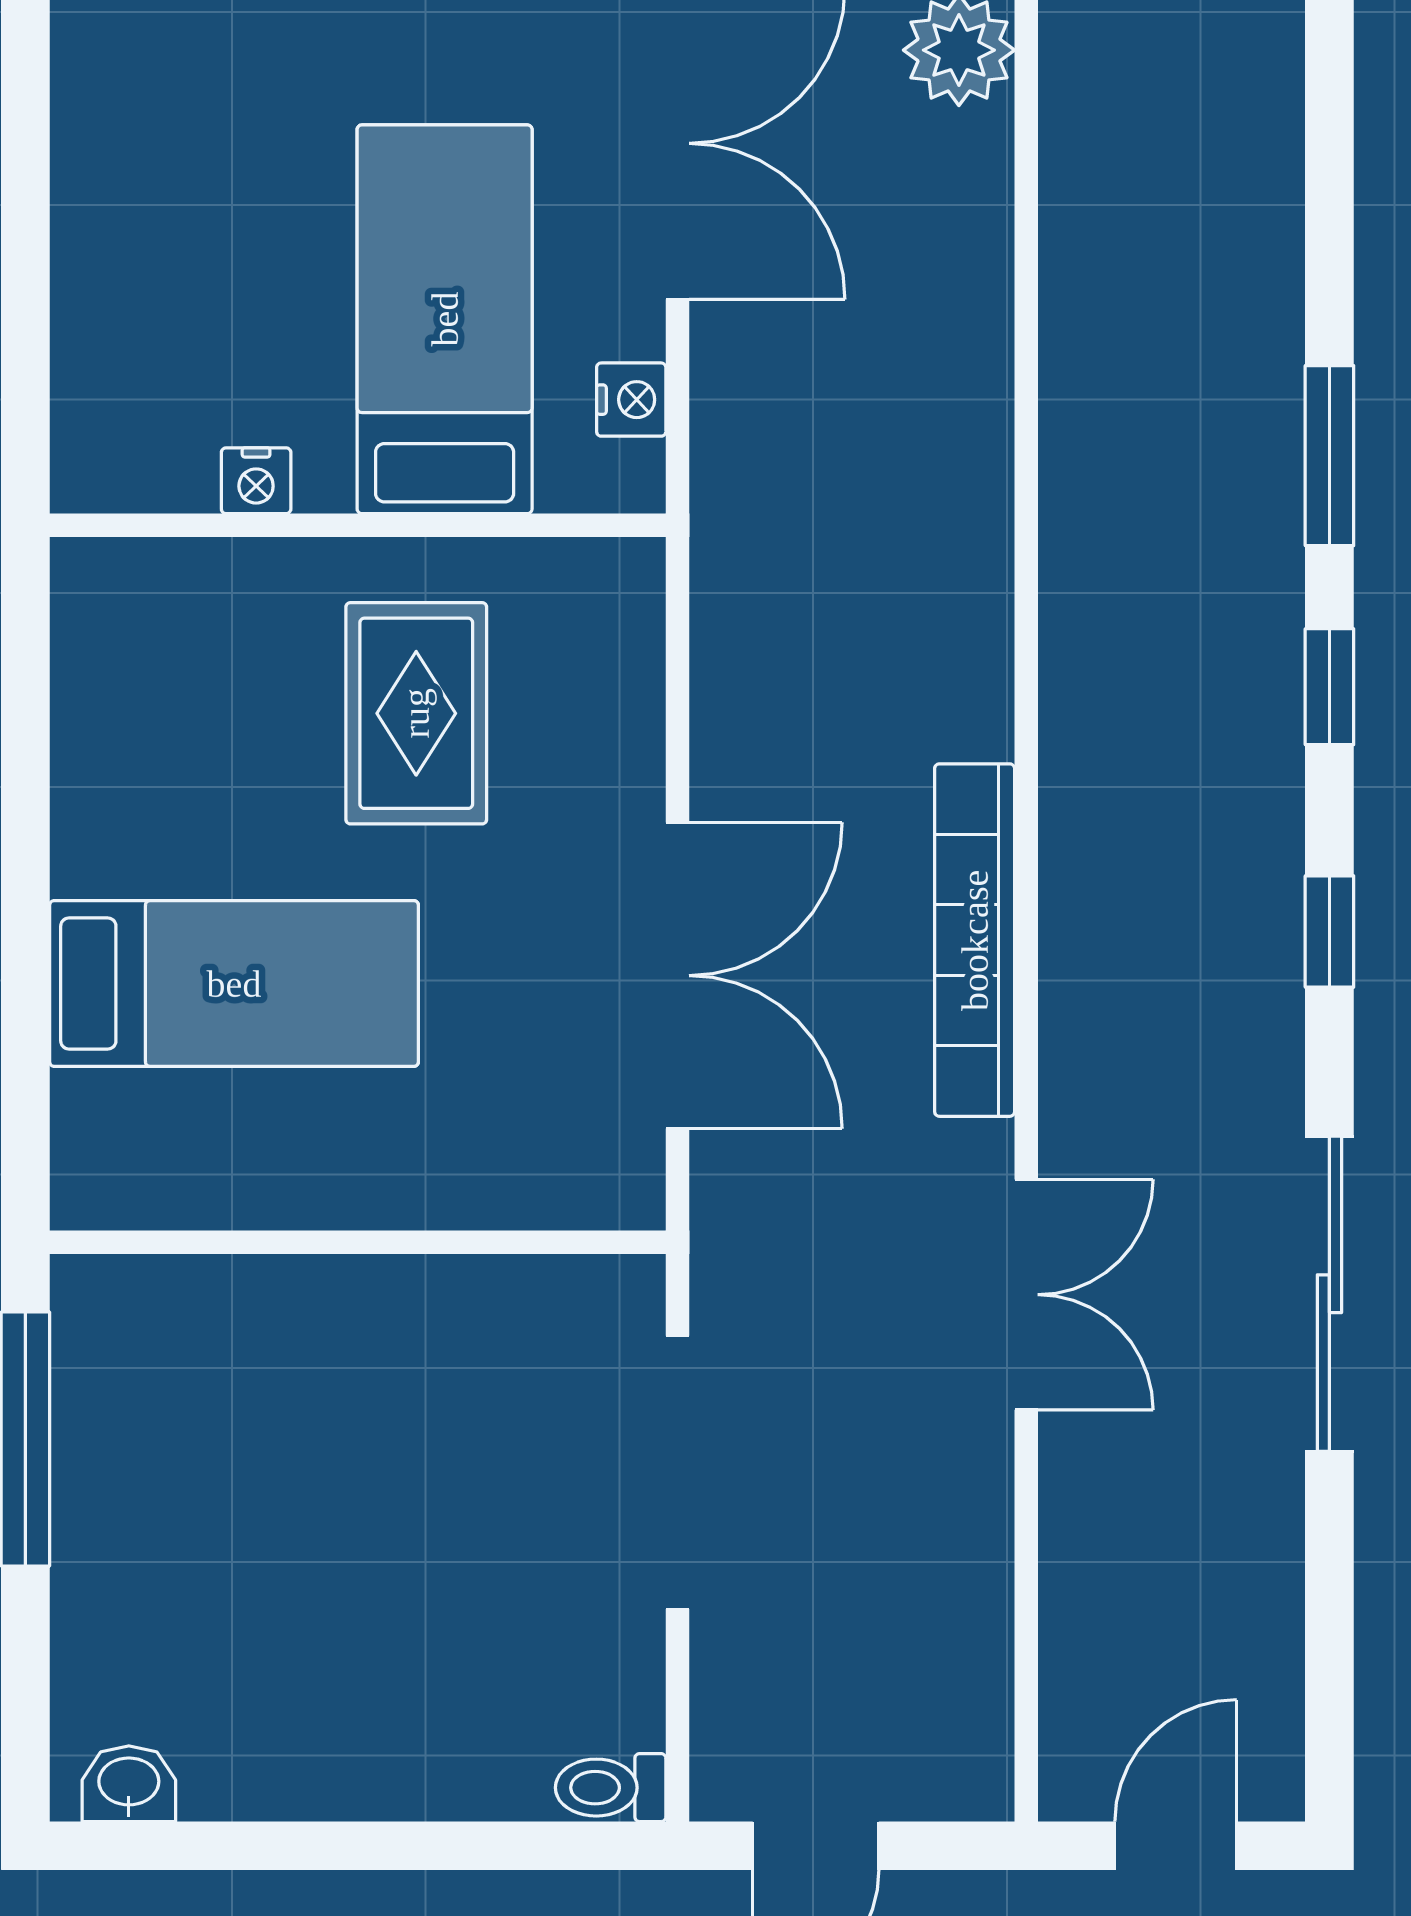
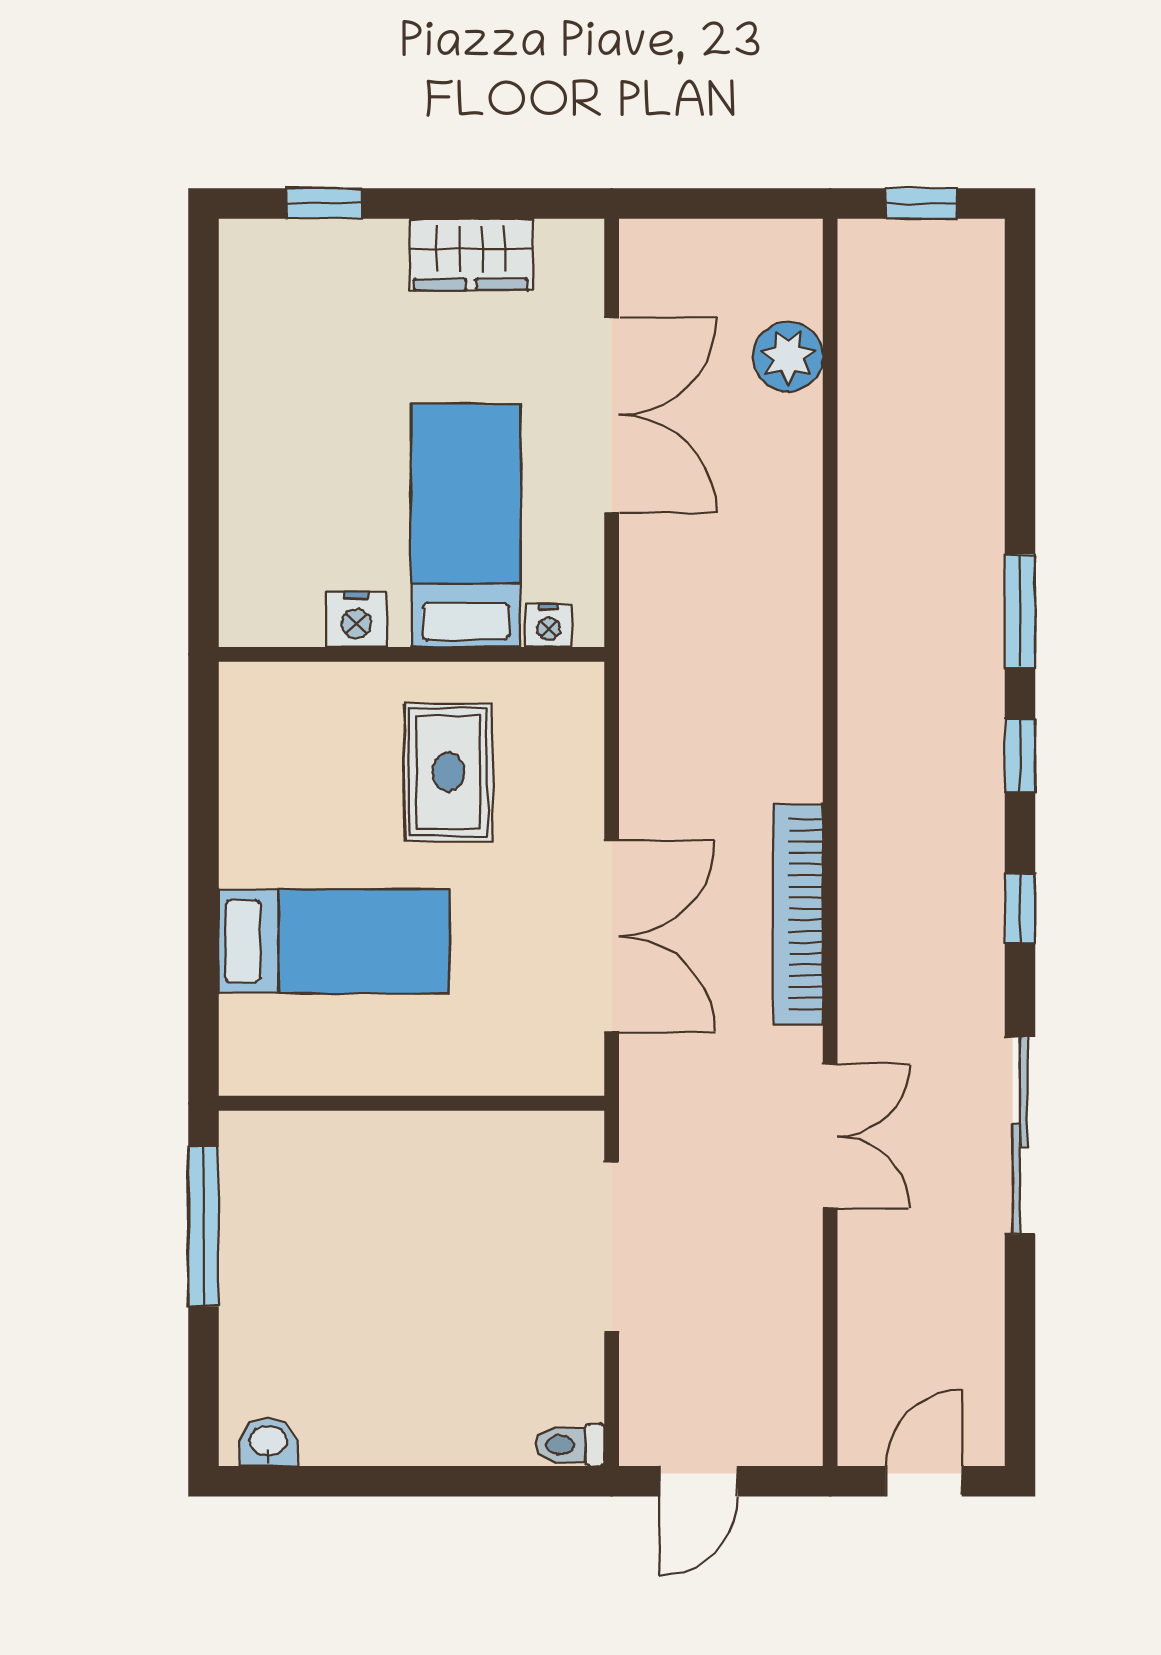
nightstand: (631, 400) -> (548, 625), moved, turned 90
nightstand: (256, 481) -> (356, 619), width x1.39, depth x1.35

